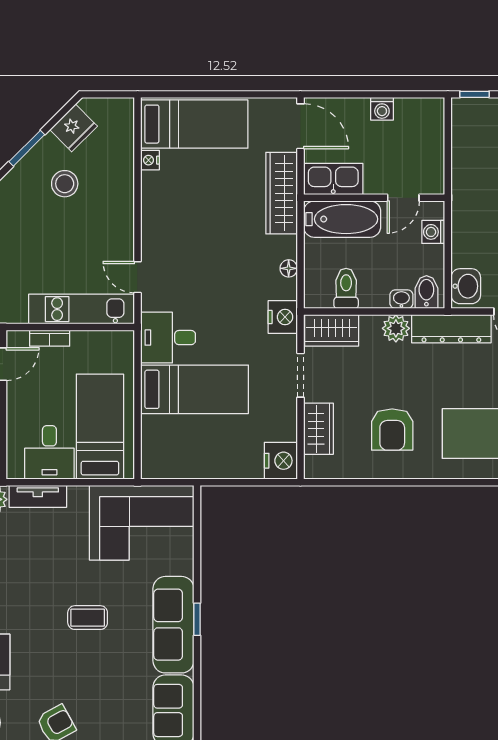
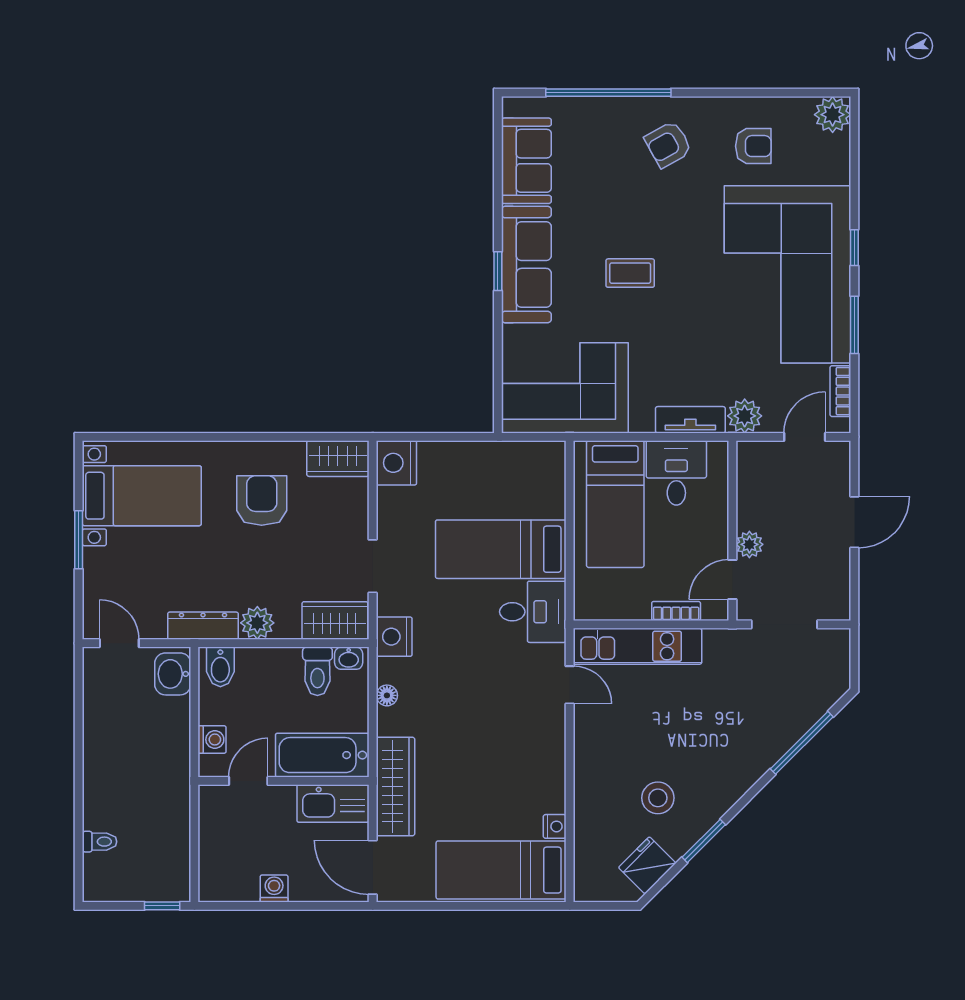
washbasin: (401, 299) -> (349, 658), moved
dresser: (451, 329) -> (203, 626), width x0.73, depth x0.80
wardrobe: (318, 429) -> (338, 459), moved, turned -90

